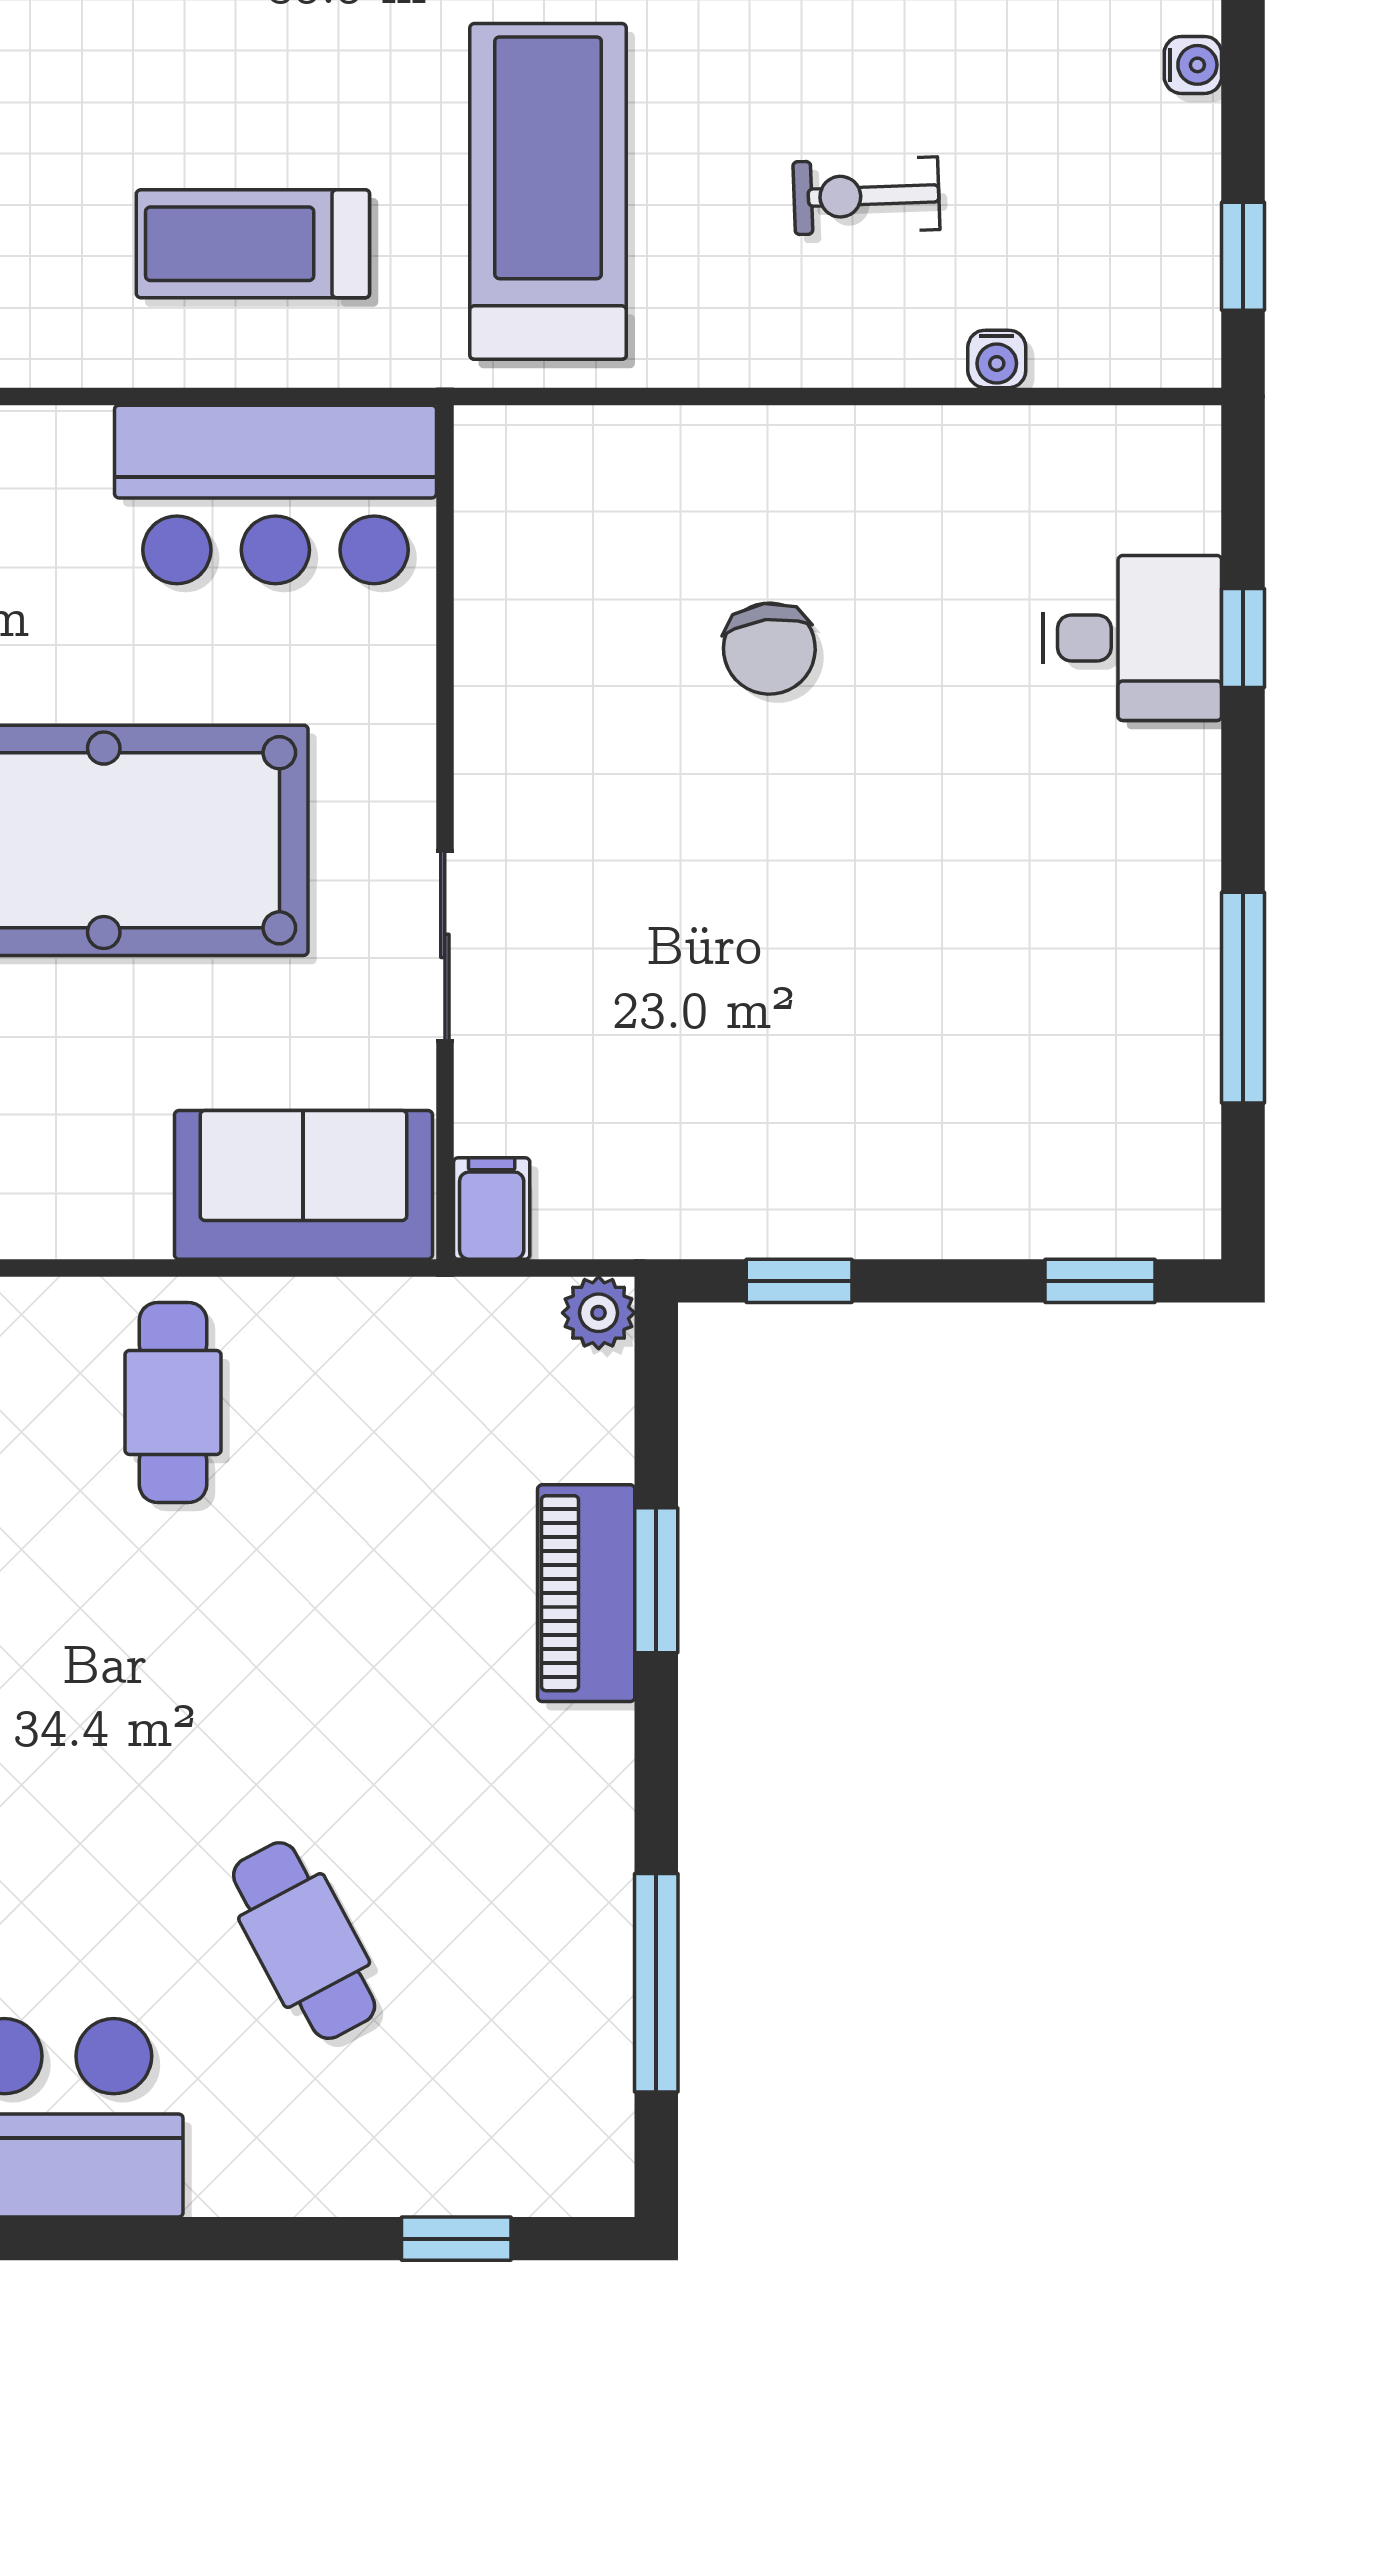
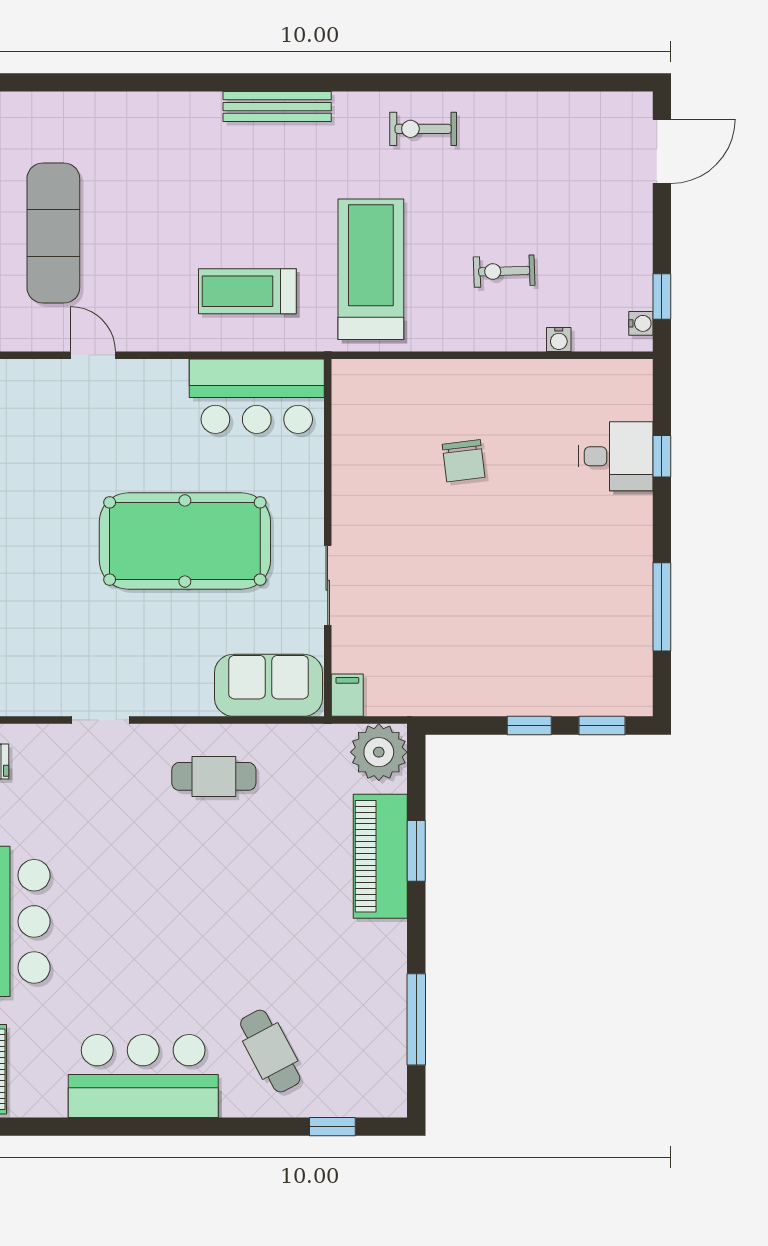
water cooler: (1193, 65) -> (641, 323), moved
window: (799, 1281) -> (529, 726), moved
plant: (599, 1313) -> (379, 752), width x1.87, depth x1.87
cafe table: (173, 1402) -> (214, 776), turned 90
piano: (586, 1593) -> (380, 856), width x1.37, depth x1.33
cafe table: (304, 1941) -> (270, 1051), moved

